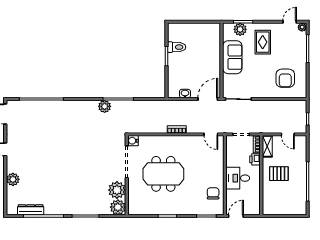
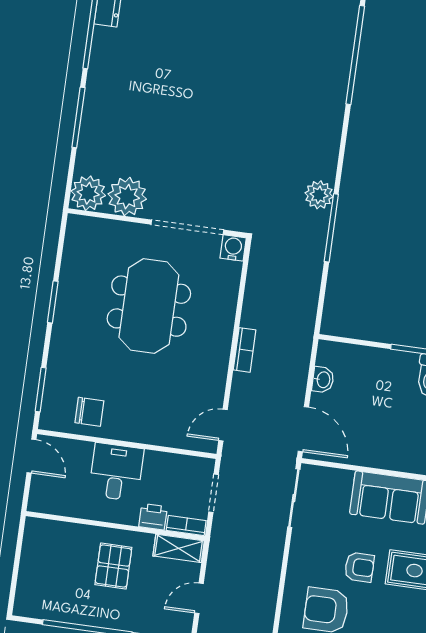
armchair: (265, 66) -> (359, 567), added

